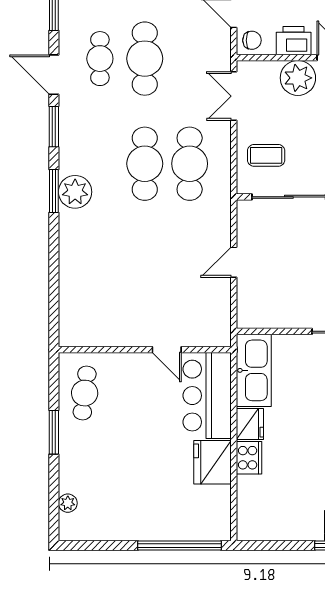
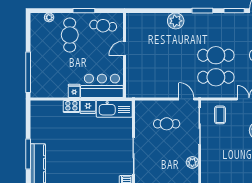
plant: (75, 192) -> (176, 21), moved
door: (234, 262) -> (186, 99), moved
cafe table: (284, 264) -> (167, 124), added
door: (167, 350) -> (124, 48), moved
cafe table: (104, 461) -> (70, 35), added
fridge: (212, 462) -> (74, 91), width x0.53, depth x0.75

